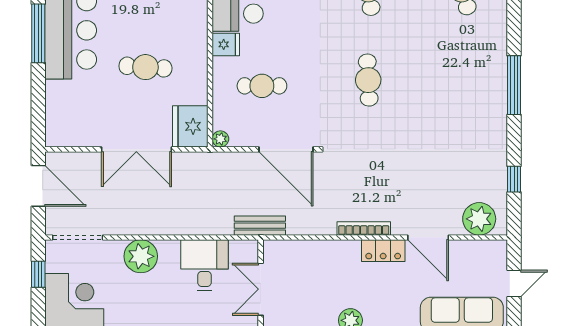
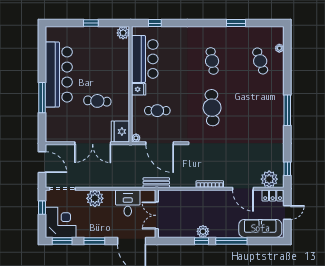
window: (38, 33) -> (42, 98), moved
cafe table: (368, 80) -> (212, 108), width x1.37, depth x1.35
door: (286, 149) -> (160, 143), moved
window: (514, 179) -> (287, 169), moved
locker: (383, 251) -> (273, 195), moved

